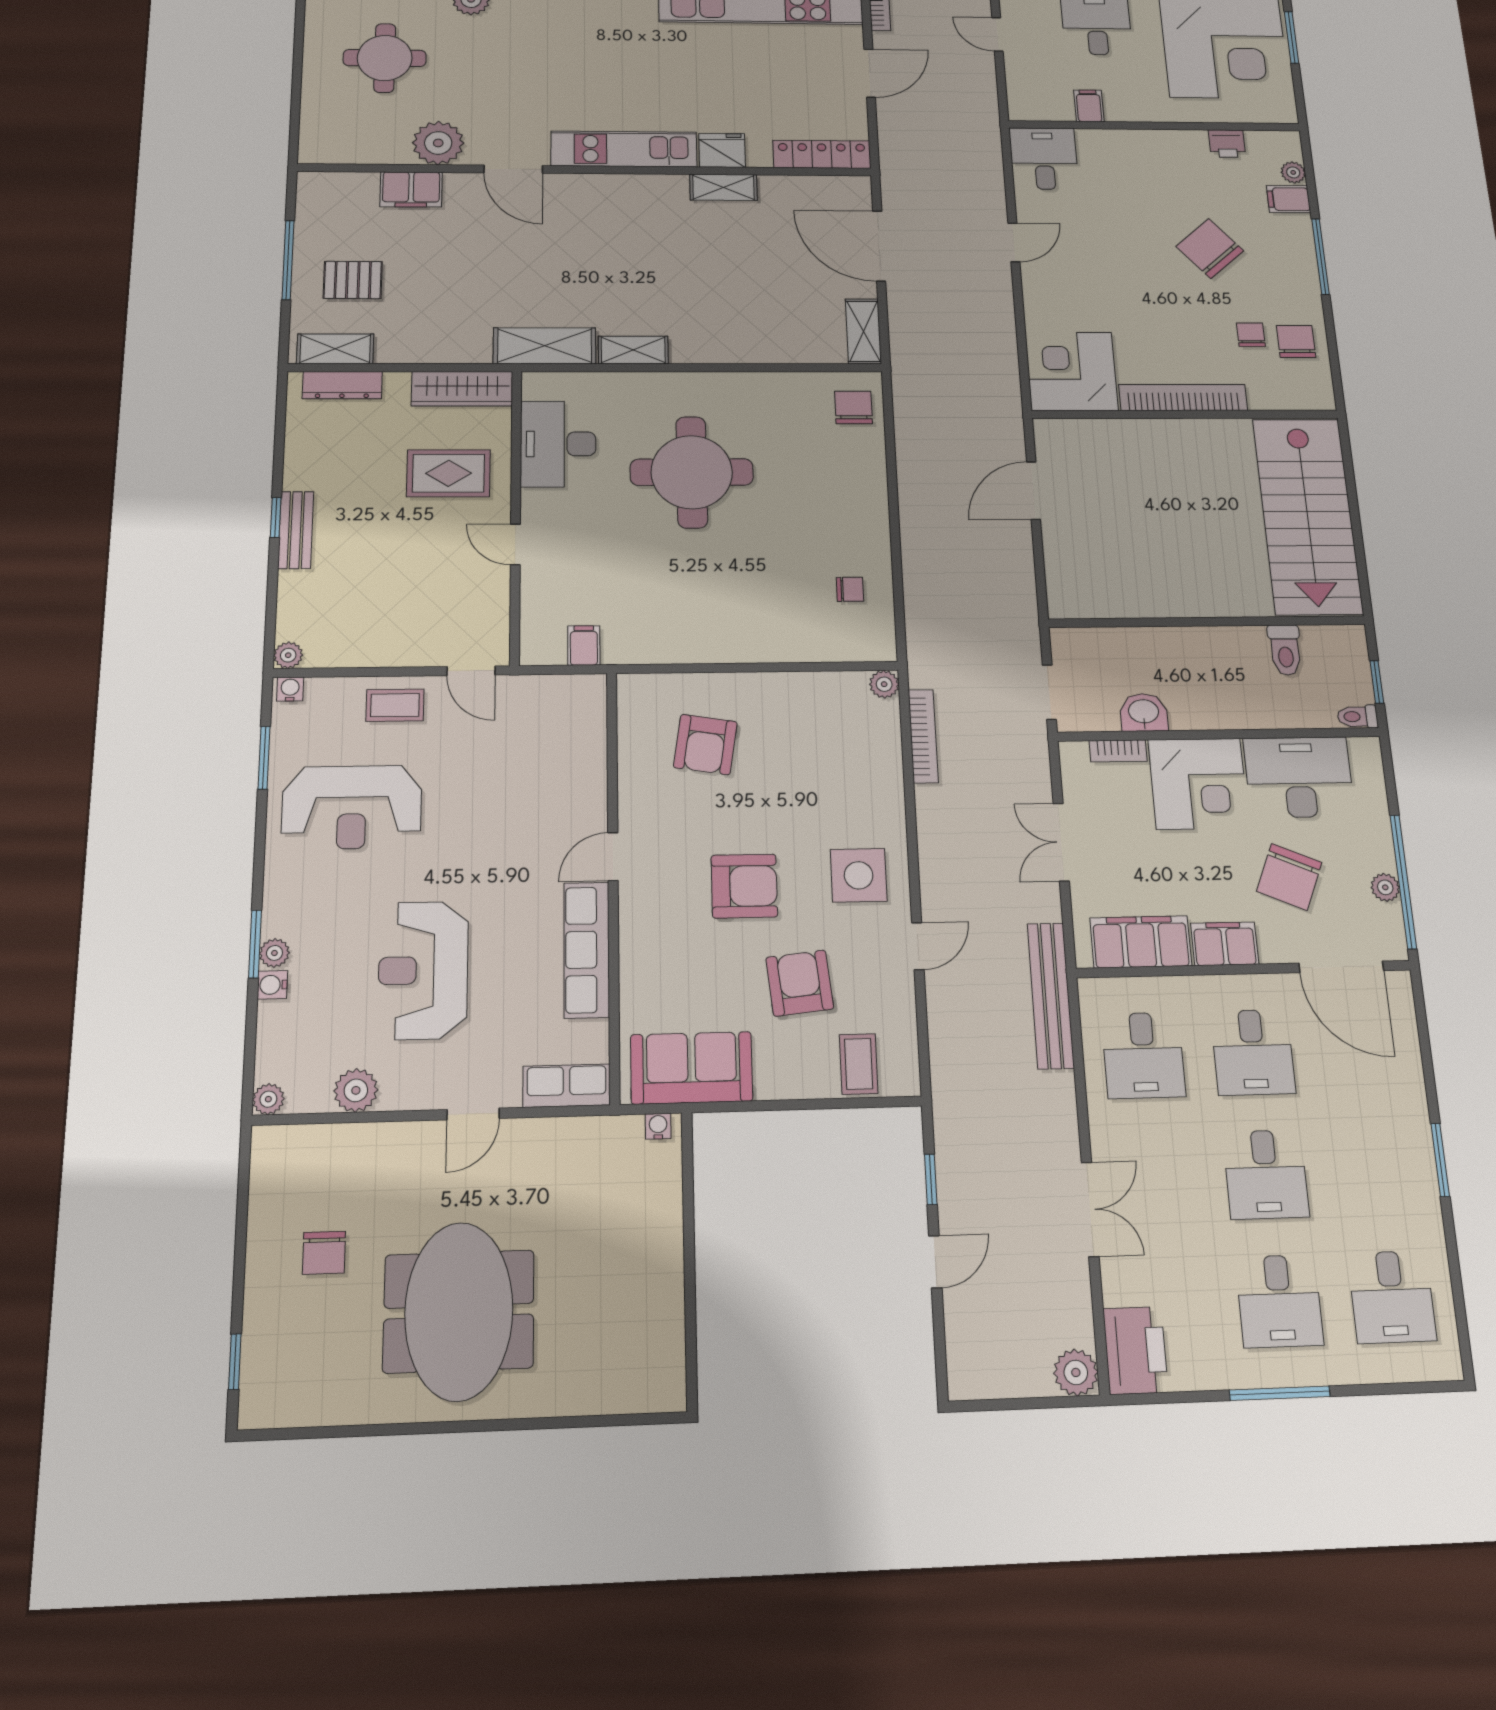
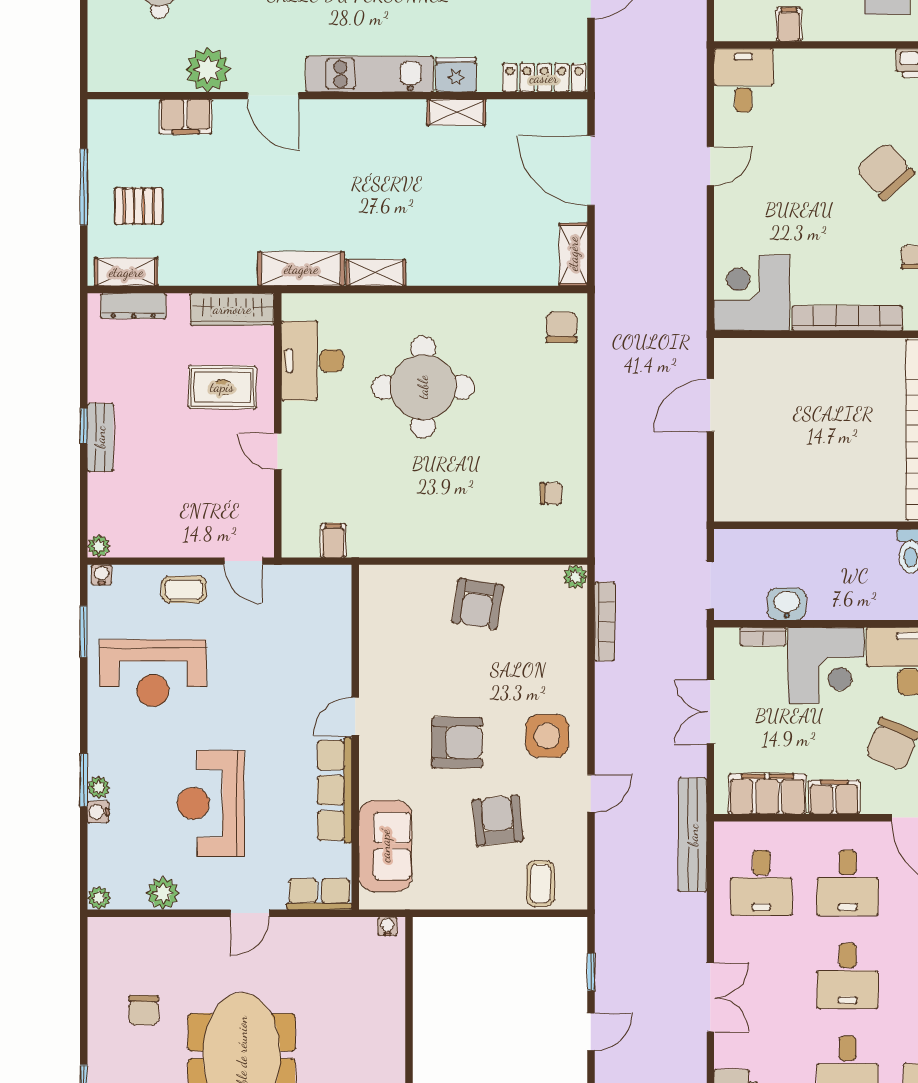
armchair: (705, 745) -> (478, 604), moved
sofa: (691, 1068) -> (385, 846), moved, turned 90

